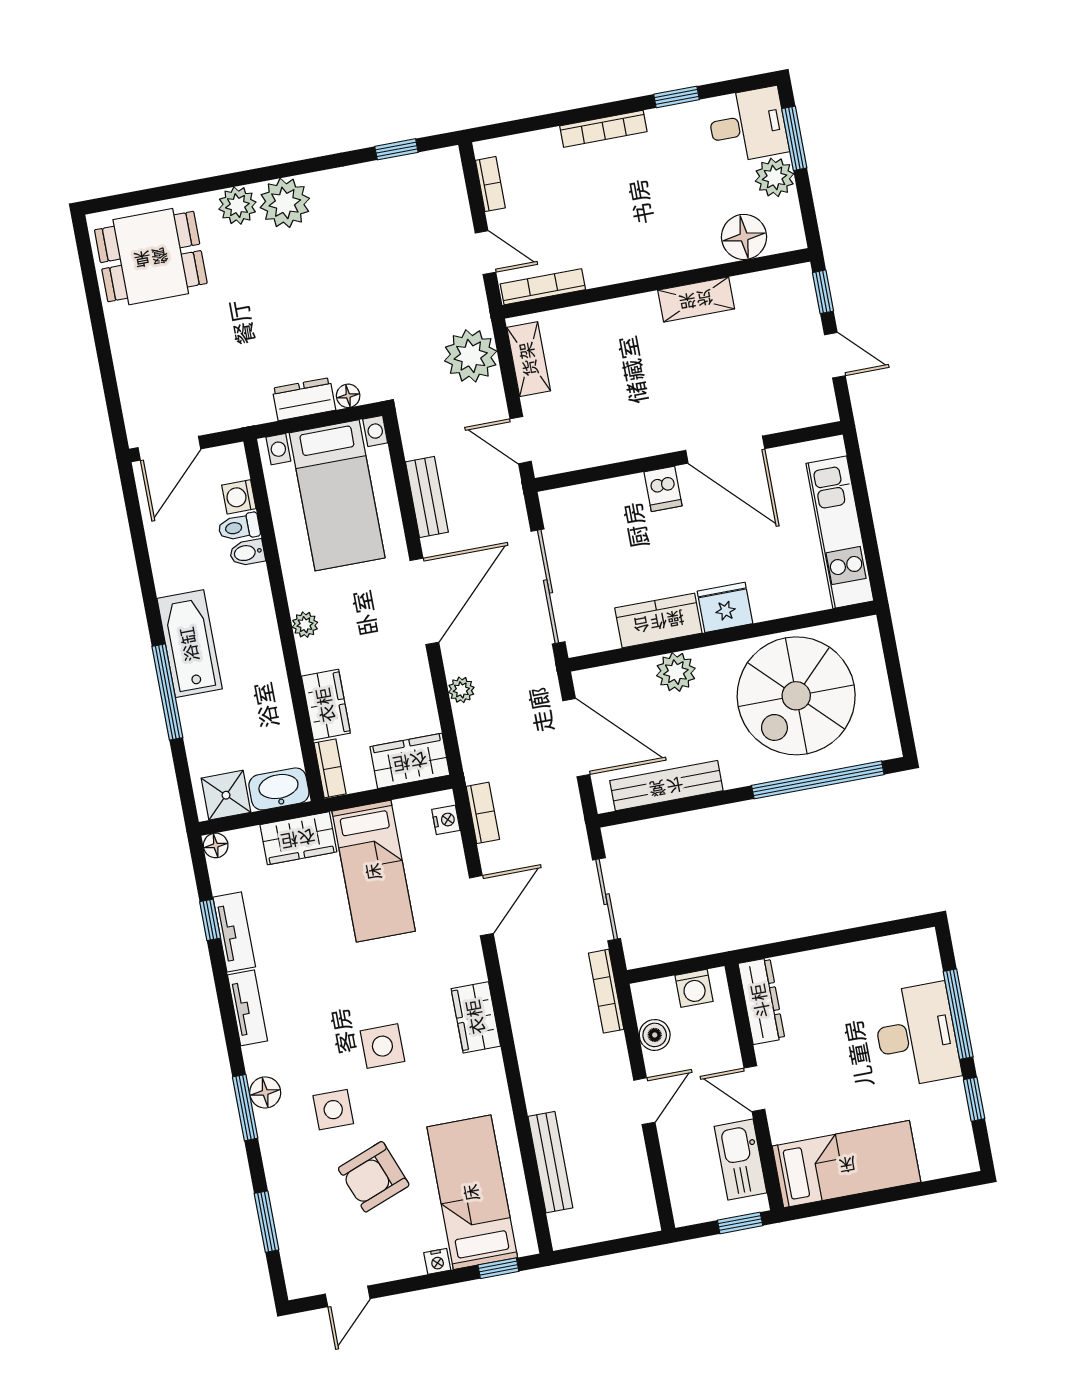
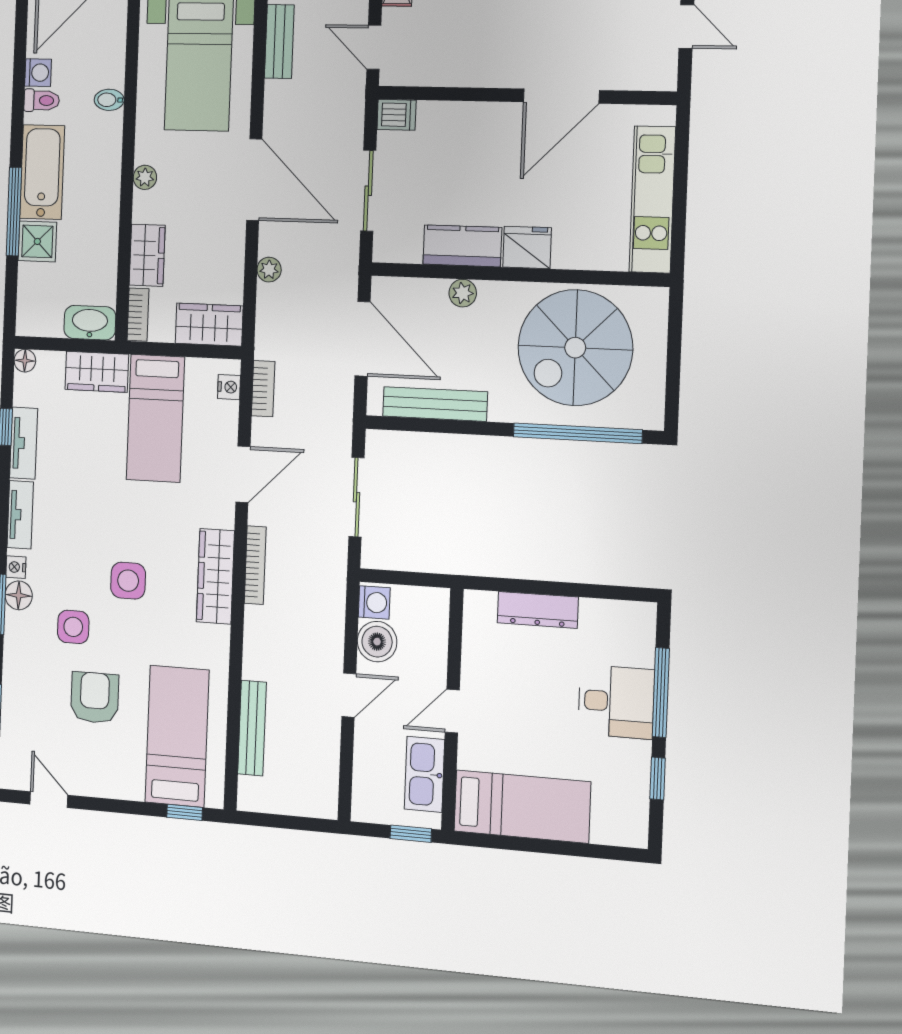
door: (725, 450) -> (561, 96), hinge flipped
dishwasher: (663, 489) -> (397, 115), moved, turned -90
washing machine: (239, 497) -> (38, 73), moved, turned 180
bench: (427, 497) -> (279, 41), moved
toilet: (239, 527) -> (42, 100), moved, turned 180
sliding door: (548, 586) -> (368, 191), width x0.73
door: (424, 601) -> (254, 180), hinge flipped
plant: (676, 672) -> (463, 293), width x0.73, depth x0.73
shower: (226, 795) -> (37, 241), moved
washing machine: (694, 988) -> (374, 602), moved, turned -90
bookcase: (606, 991) -> (255, 565), moved, turned 180
dresser: (761, 1001) -> (538, 610), moved, turned 90
wardrobe: (476, 1017) -> (215, 576), width x1.50
boiler: (655, 1035) -> (377, 642), width x1.36, depth x1.36
desk: (916, 1035) -> (616, 702), width x0.73
door: (754, 1089) -> (452, 711), hinge flipped
armchair: (374, 1177) -> (95, 698), turned 111
nightstand: (437, 1261) -> (16, 567), moved, turned 90
door: (348, 1296) -> (49, 800), swing flipped

